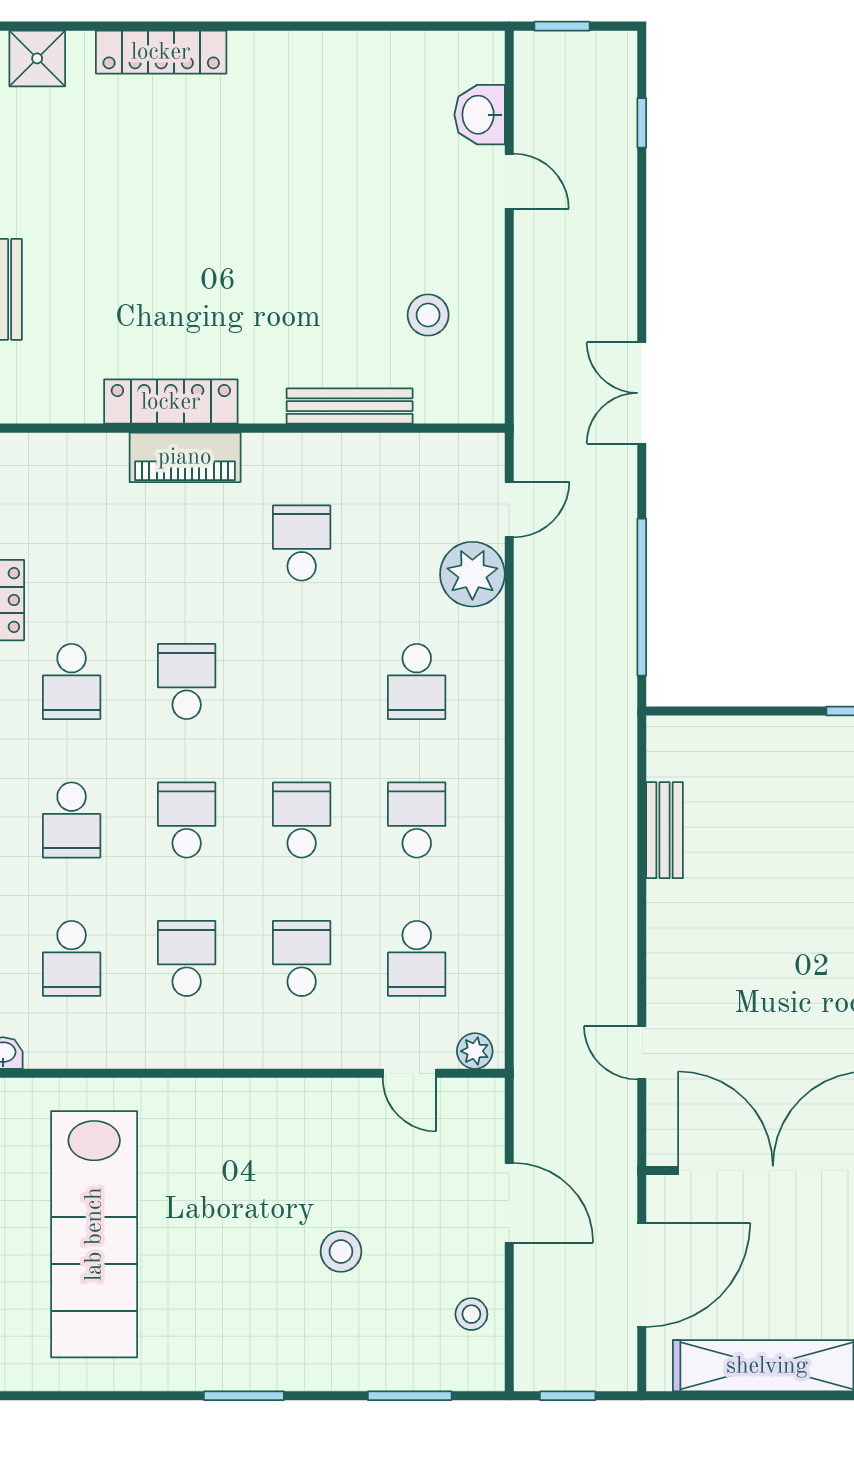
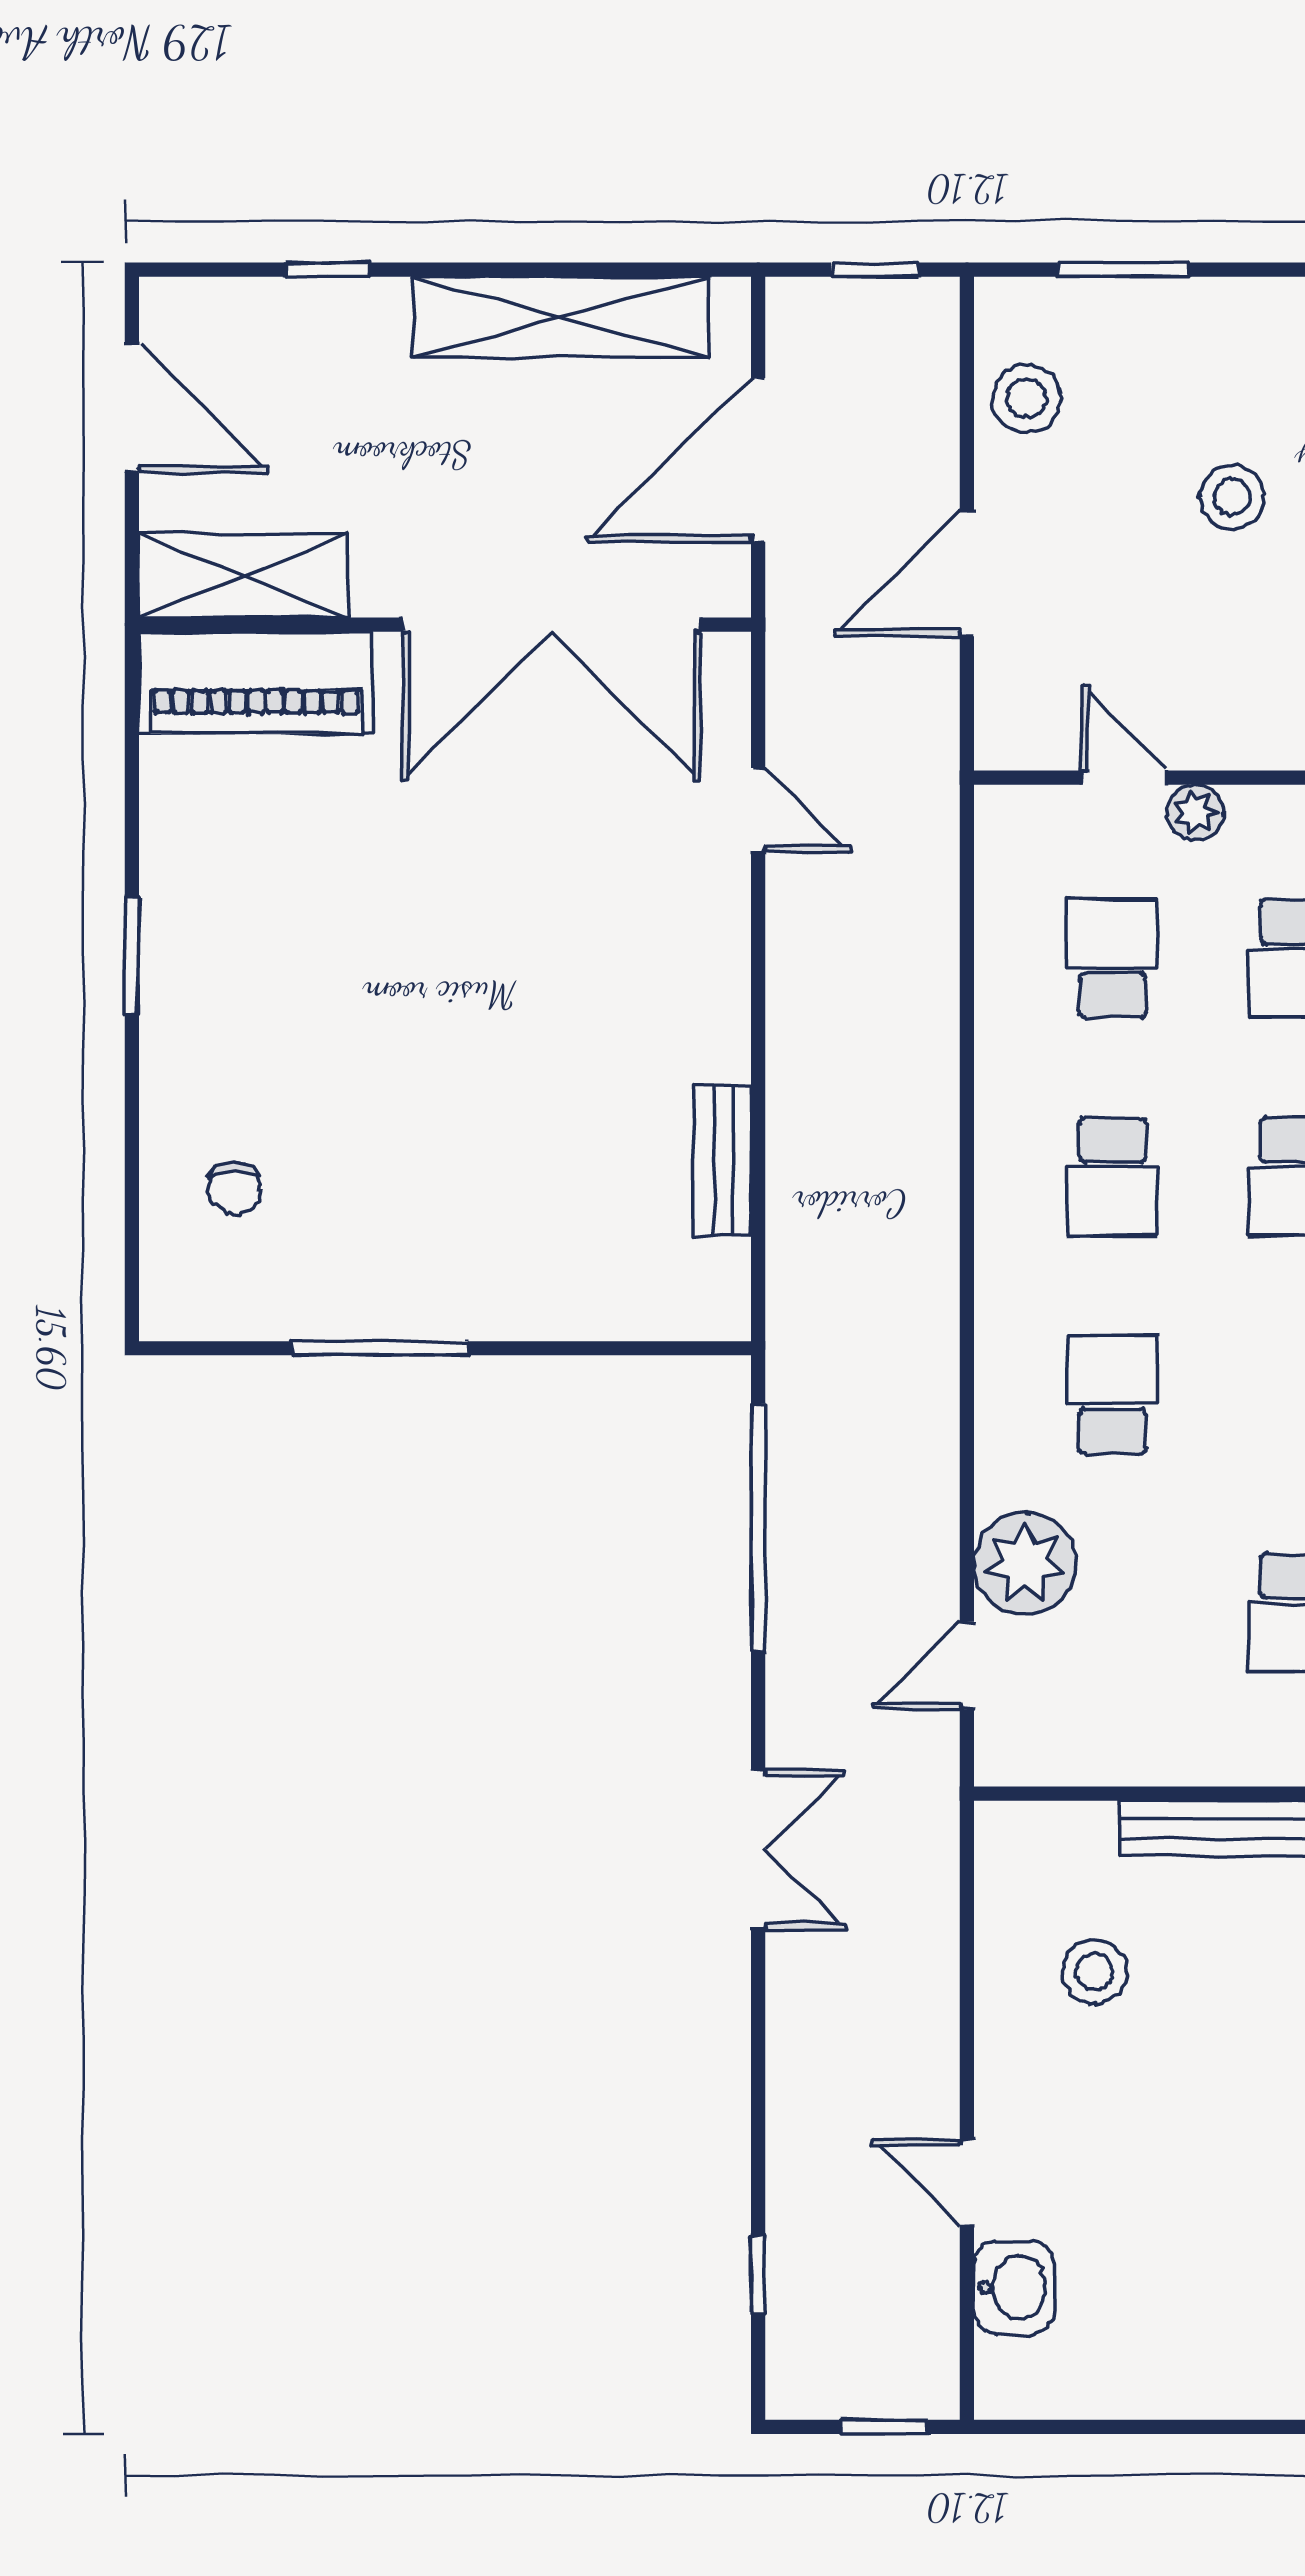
plant: (475, 1051) -> (1195, 813), moved
door: (509, 1203) -> (967, 574), hinge flipped
stool: (471, 1314) -> (1027, 398), width x1.37, depth x1.37

